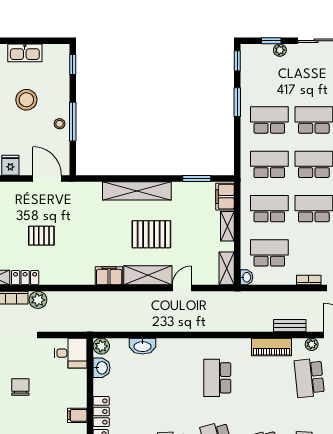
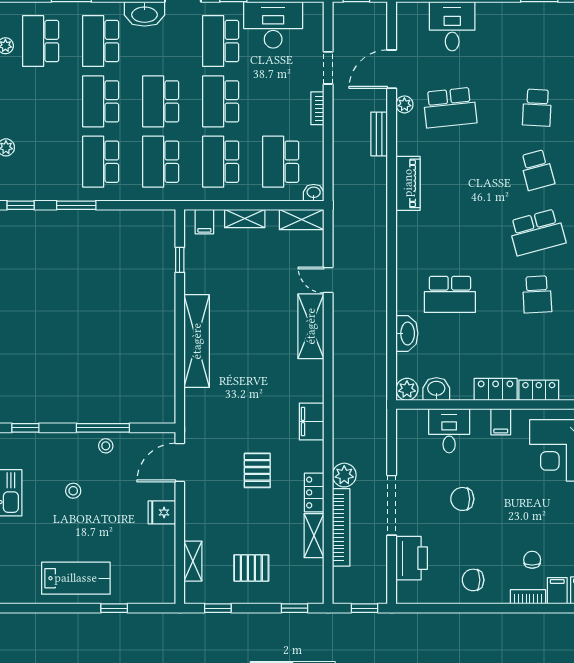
stool: (26, 100) -> (73, 491), width x0.53, depth x0.53
window: (197, 178) -> (180, 260), width x0.67
filing cabinet: (225, 197) -> (204, 222), width x0.50
pallet: (151, 234) -> (255, 321), removed
filing cabinet: (109, 276) -> (312, 422), moved
piano: (272, 347) -> (408, 183), moved
desk: (71, 353) -> (449, 431), moved
school desk: (217, 378) -> (450, 294), moved

